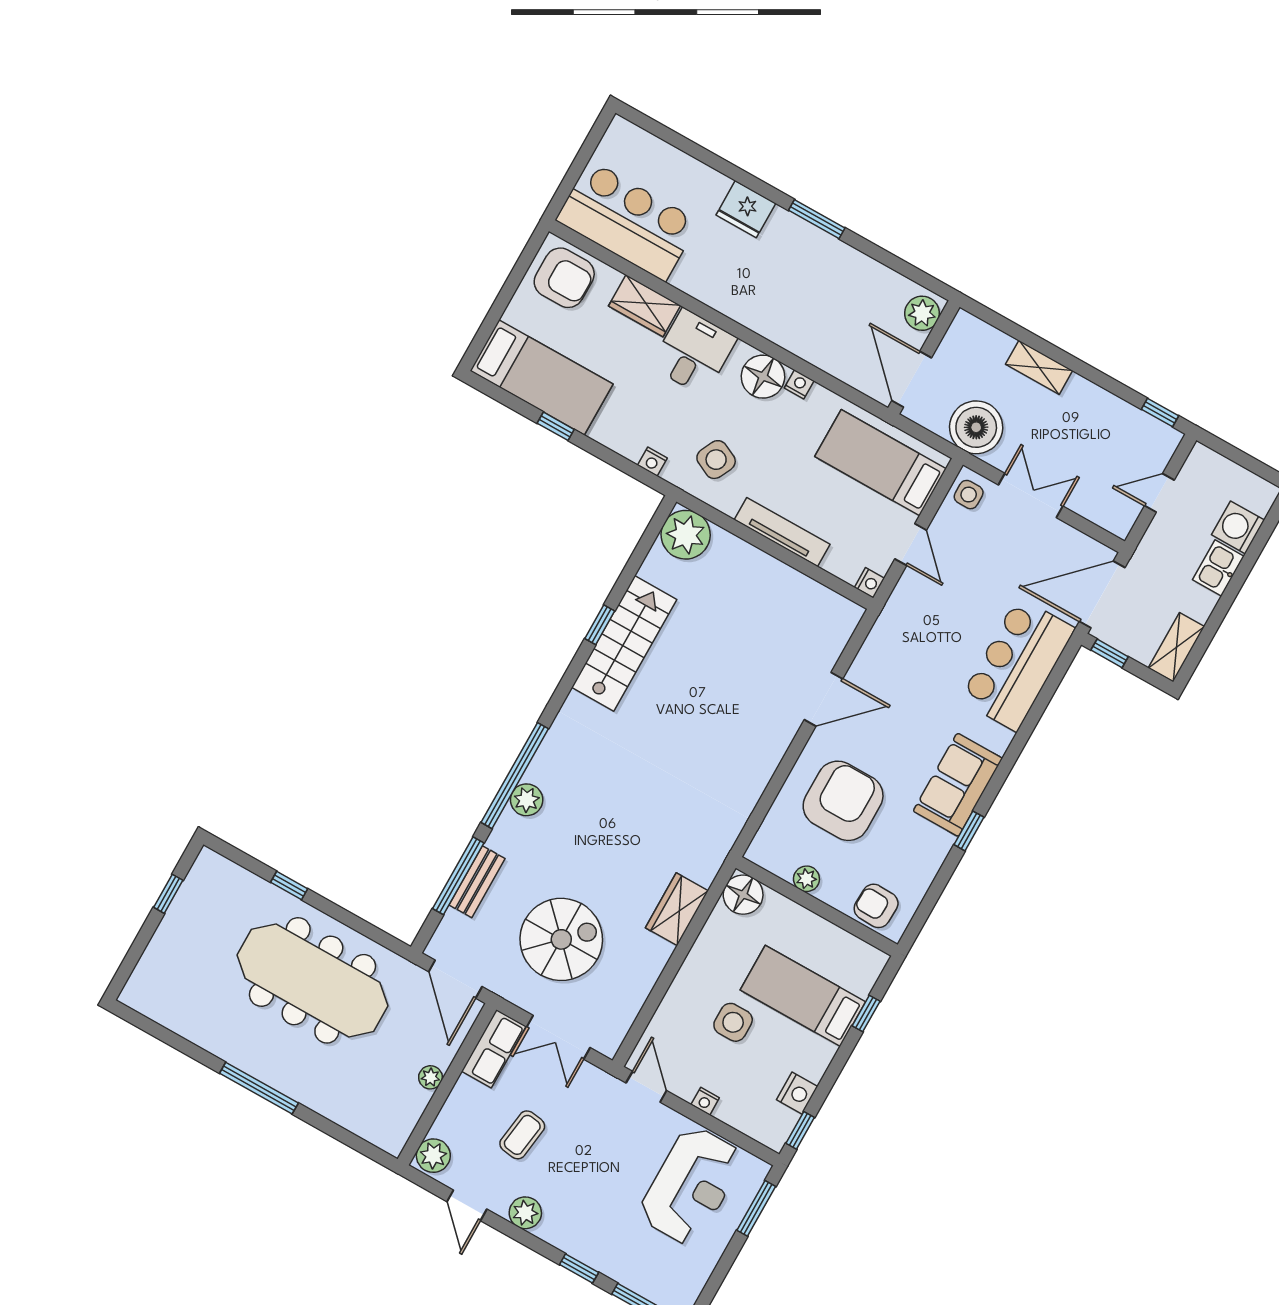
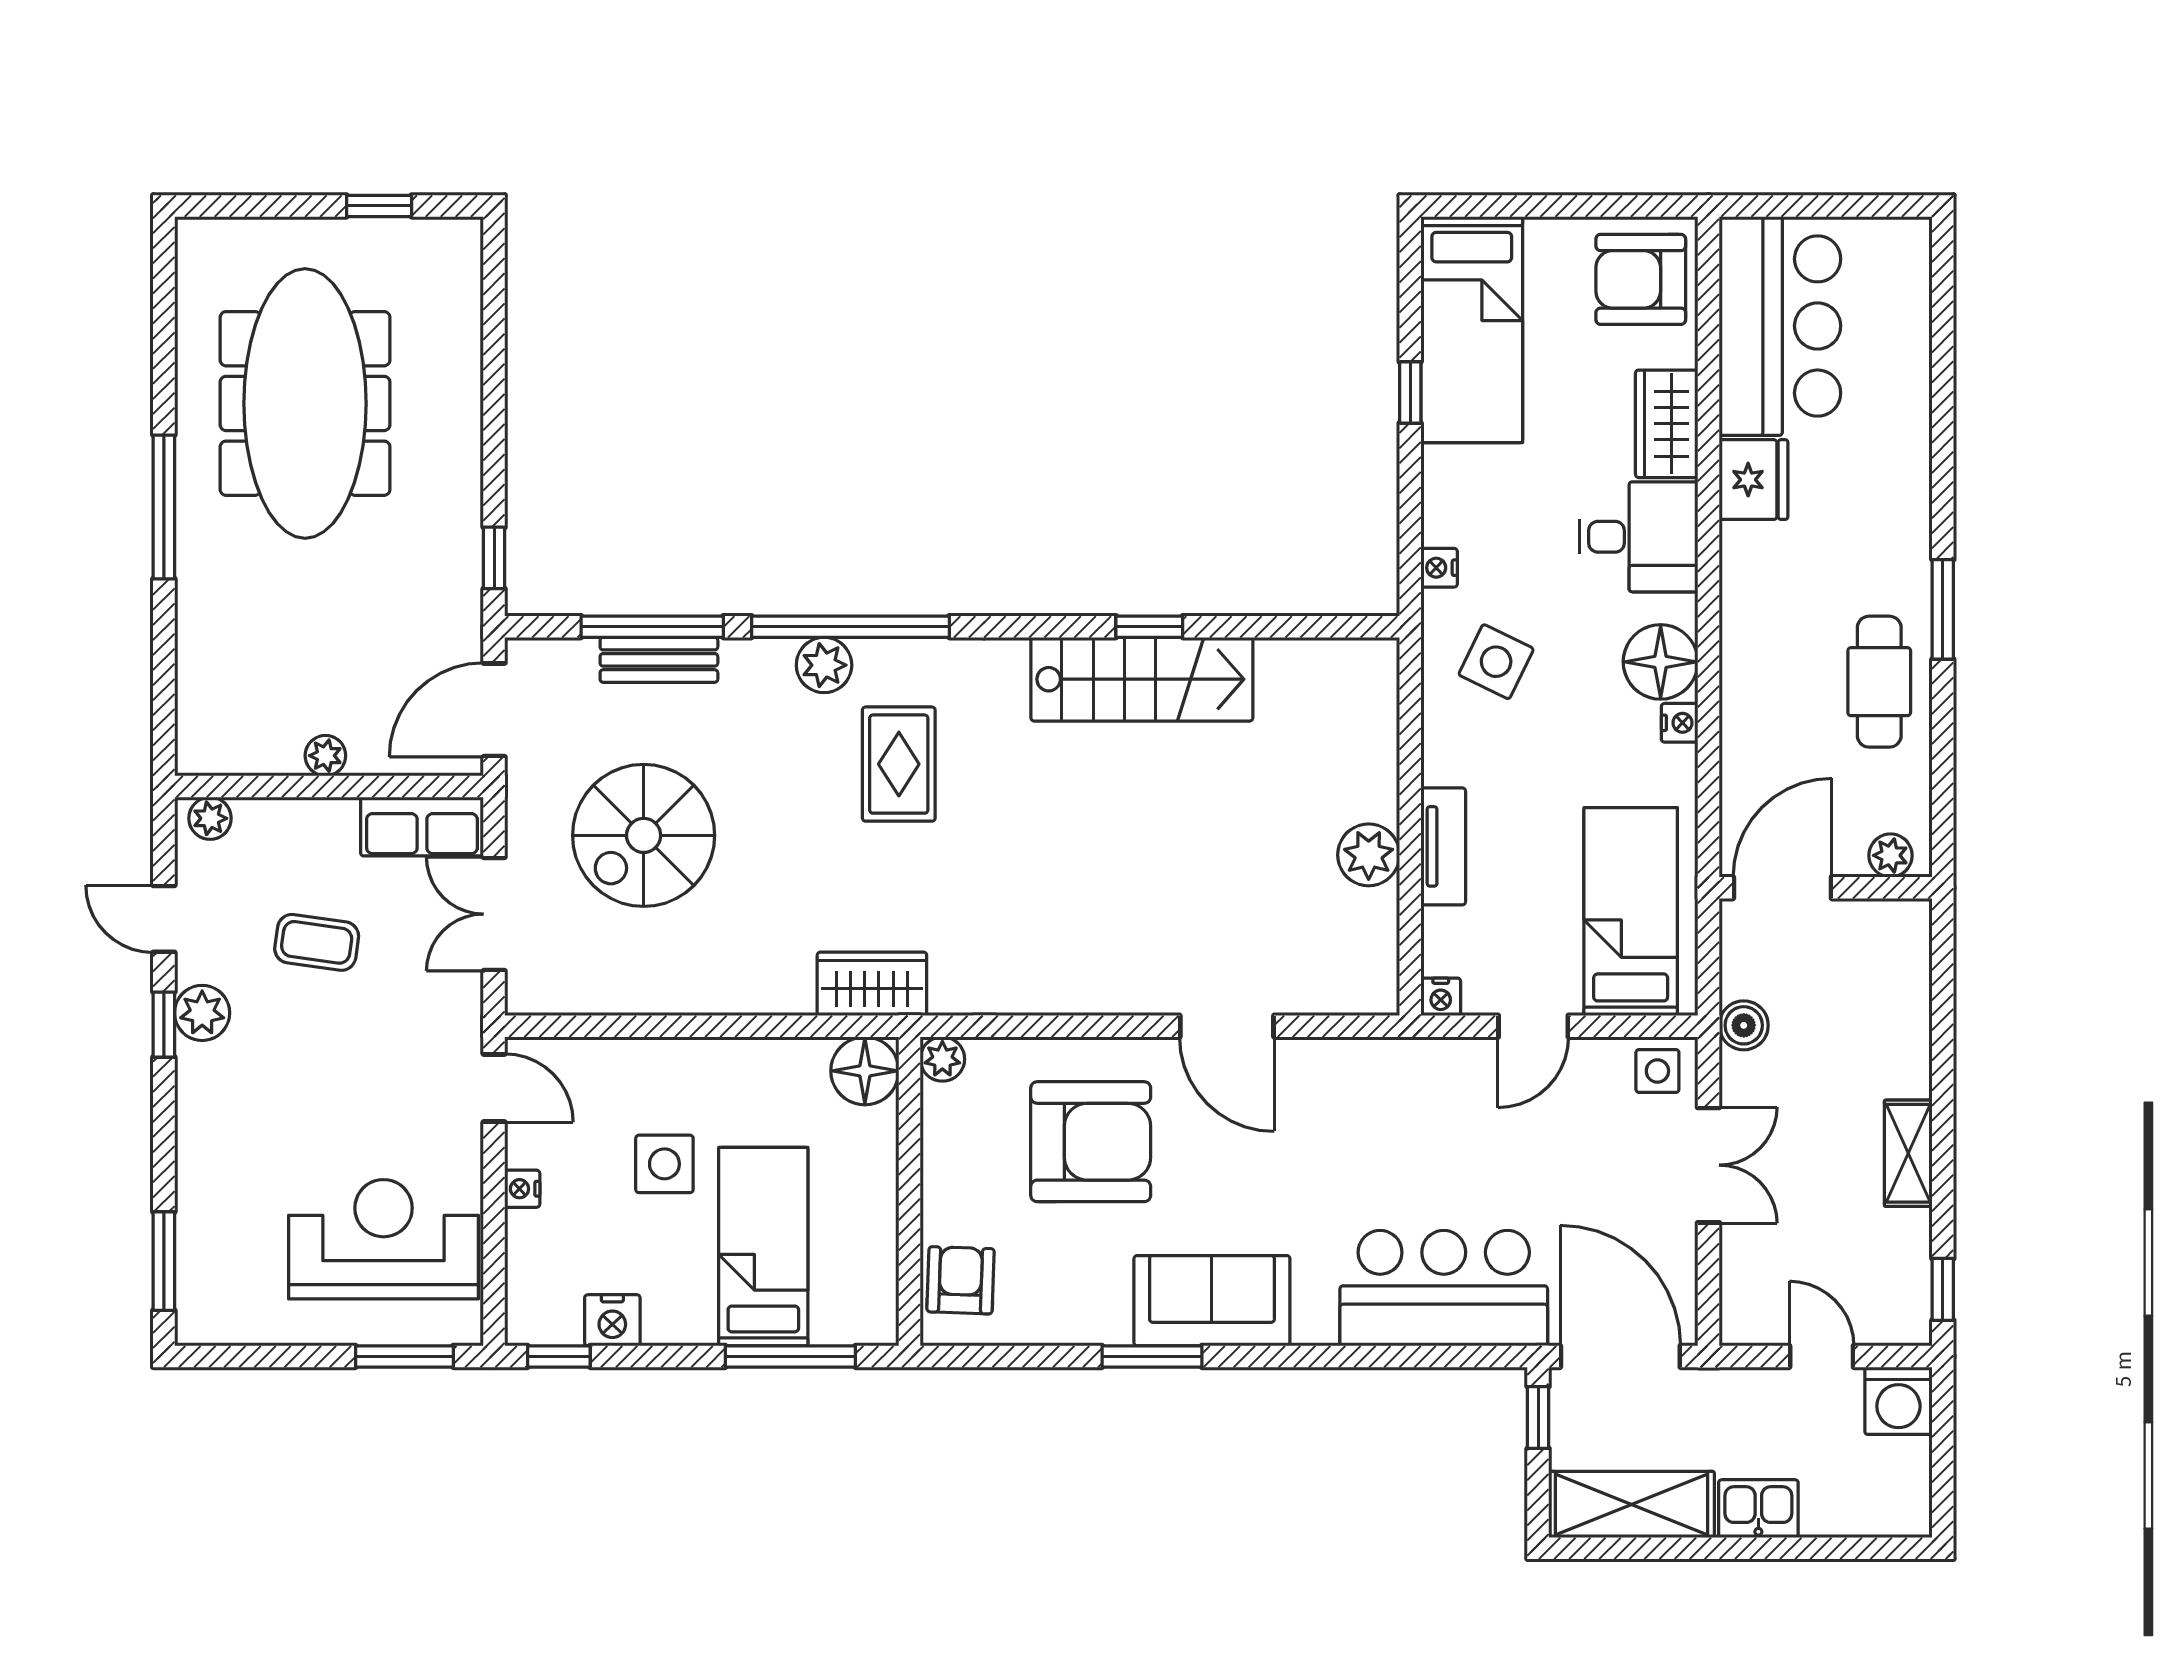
fridge: (746, 209) -> (1753, 480), moved, turned 180
cafe table: (835, 272) -> (1879, 682), added
armchair: (564, 278) -> (1641, 279), turned 90
plant: (922, 313) -> (1891, 855), width x0.73, depth x0.73
shelving: (1039, 367) -> (1908, 1153), moved
boiler: (976, 427) -> (1744, 1025), width x0.54, depth x0.54
washing machine: (1238, 527) -> (1898, 1401), moved, turned 180
tv unit: (782, 532) -> (1443, 846), width x0.71
plant: (686, 535) -> (1369, 855), moved, width x0.73, depth x0.73
shelving: (1176, 647) -> (1631, 1504), width x1.50, depth x1.33
rug: (598, 790) -> (899, 764), added
window: (969, 831) -> (1152, 1356), width x1.50
plant: (806, 879) -> (942, 1059), moved
window: (289, 885) -> (494, 558), moved
wardrobe: (677, 909) -> (872, 984), moved
spiral stairs: (561, 939) -> (644, 835), turned 90
meeting table: (312, 980) -> (305, 403), moved
window: (866, 1013) -> (790, 1356), width x2.17
door: (646, 1087) -> (494, 1088), hinge flipped
plant: (433, 1156) -> (210, 818), width x0.73, depth x0.73
reception desk: (691, 1186) -> (384, 1239), turned 180
door: (467, 1205) -> (164, 919), hinge flipped
window: (579, 1269) -> (164, 1025), moved

